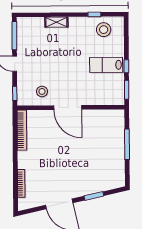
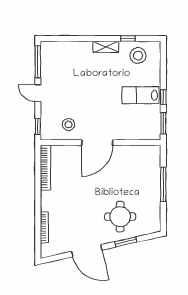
shelving: (56, 22) -> (106, 47), moved
door: (68, 107) -> (97, 143), hinge flipped
round table: (89, 173) -> (120, 217), added

